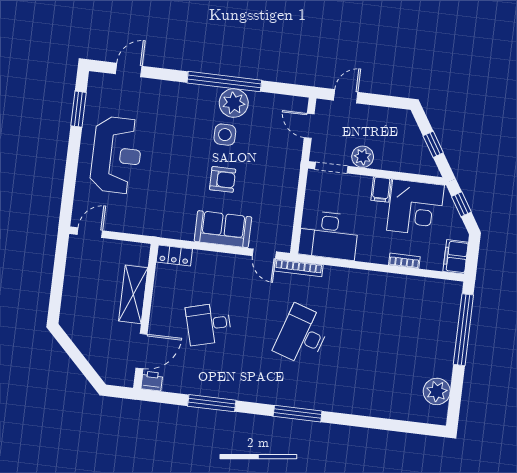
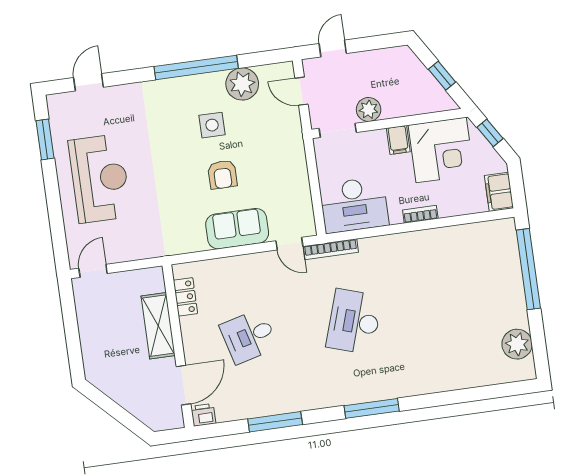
plant: (234, 103) -> (242, 84), moved
armchair: (223, 179) -> (222, 175), turned 90
locker: (174, 255) -> (185, 297), moved, turned -90
bookcase: (404, 261) -> (420, 214), moved

